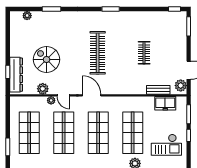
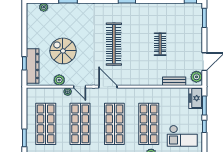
freezer: (165, 103) -> (196, 98), moved, turned 90

